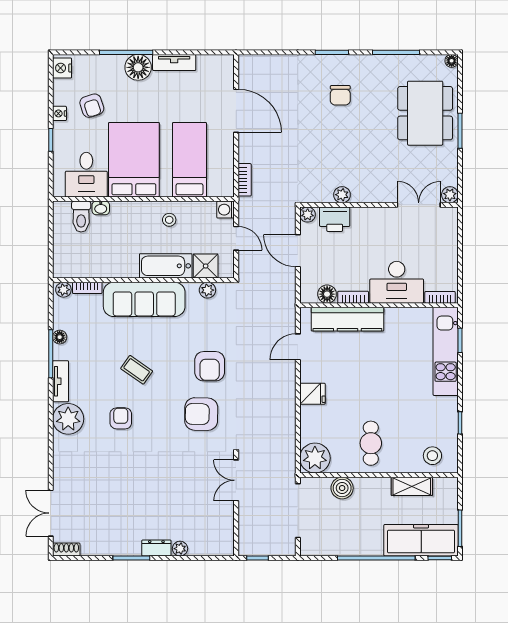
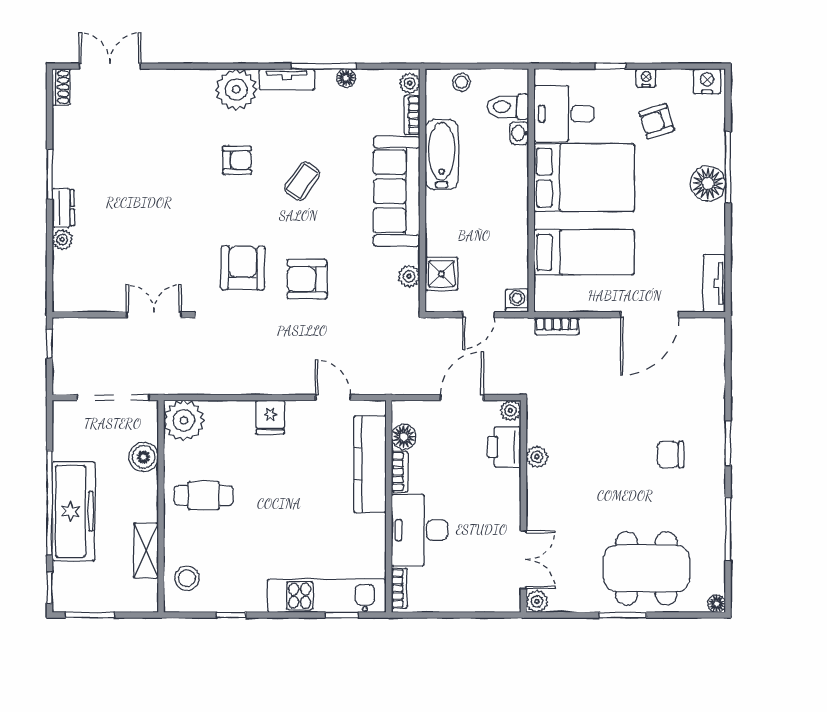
tv unit: (174, 62) -> (714, 283), moved
stool: (169, 220) -> (462, 82), moved
bathtub: (166, 266) -> (442, 155), moved
freezer: (421, 540) -> (74, 511), moved

